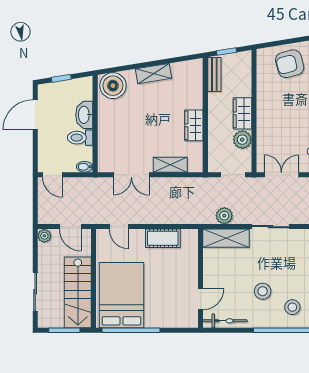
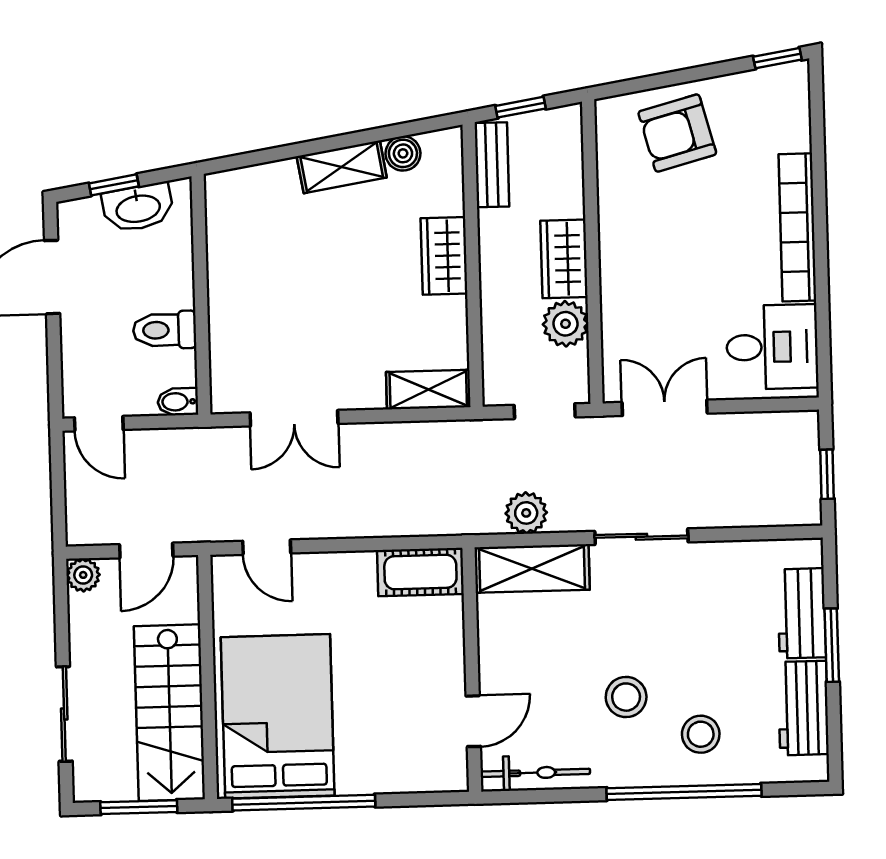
boiler: (113, 86) -> (403, 153), moved, width x0.54, depth x0.54
washbasin: (84, 115) -> (138, 208), moved, turned -99
wardrobe: (194, 125) -> (444, 256), moved
shelving: (170, 165) -> (428, 390), moved
door: (70, 227) -> (146, 550), hinge flipped
cot: (163, 238) -> (420, 572), moved

